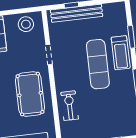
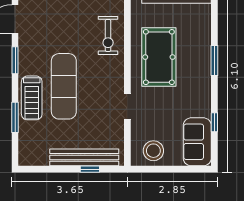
treadmill: (121, 53) -> (32, 98), turned 180

